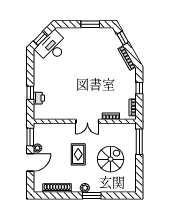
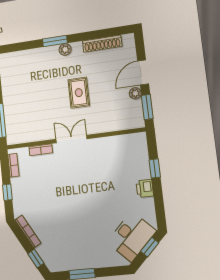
printer: (39, 98) -> (145, 188), moved
spiral stairs: (111, 159) -> (35, 92), removed

